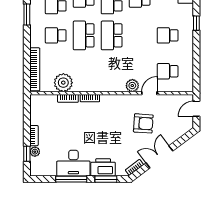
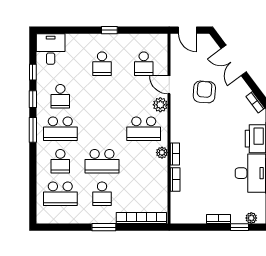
window: (27, 15) -> (104, 227), moved
window: (196, 23) -> (109, 30), moved
school desk: (112, 35) -> (144, 129), moved
plant: (63, 83) -> (162, 153), moved, width x0.53, depth x0.53
plant: (35, 152) -> (251, 218), moved
double door: (159, 157) -> (234, 60), moved

